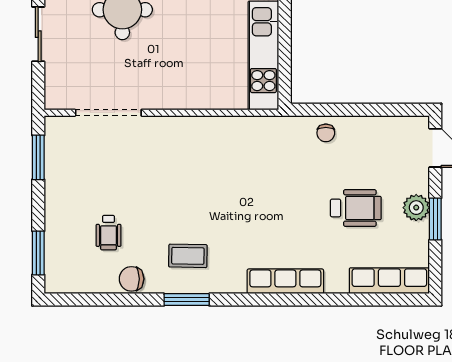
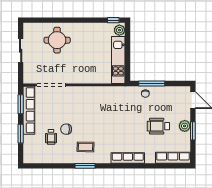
window: (341, 110) -> (152, 84), added
row of seats: (57, 171) -> (29, 110), added
wheelchair: (356, 208) -> (158, 126), turned 180
window: (38, 253) -> (21, 134), moved
chair: (132, 279) -> (66, 129), moved

